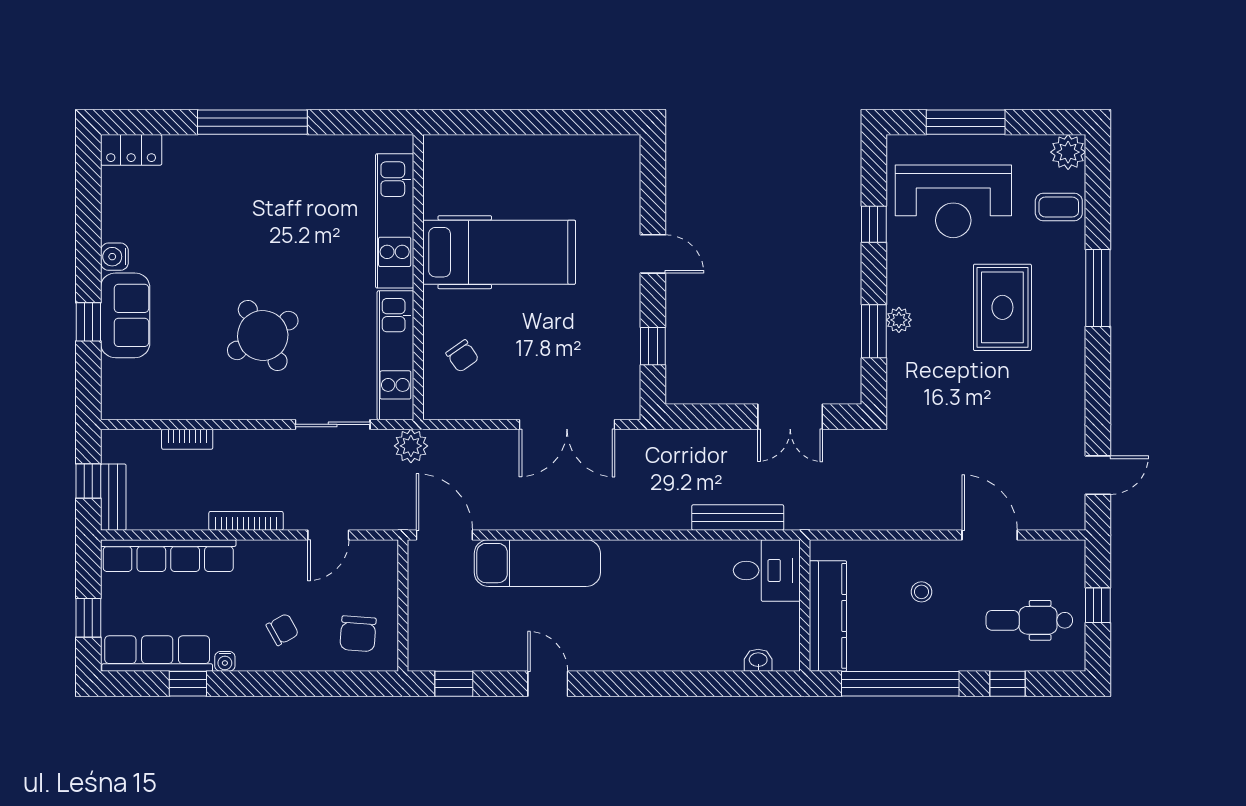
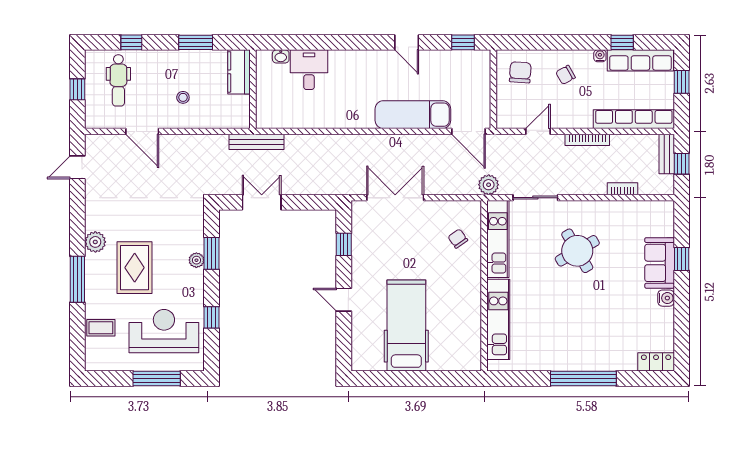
plant: (1068, 152) -> (95, 242), moved
hospital bed: (499, 252) -> (406, 325), moved, turned 90
bench: (738, 517) -> (256, 142), moved
desk: (767, 570) -> (309, 70), moved, turned 90
kitchen counter: (828, 616) -> (239, 72), width x0.67
dental chair: (1029, 620) -> (118, 80), turned 90
window: (900, 684) -> (196, 42), width x0.47

